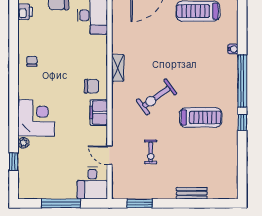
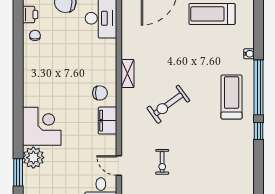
chair: (32, 61) -> (35, 35), moved
treadmill: (201, 117) -> (232, 97), moved, turned -90
plant: (23, 143) -> (33, 158), width x1.87, depth x1.87
window: (14, 162) -> (18, 172), width x1.50

